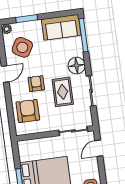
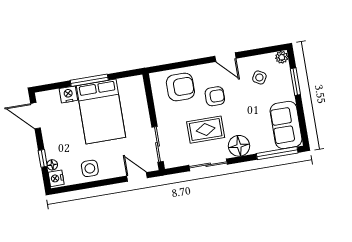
side table: (22, 47) -> (259, 77), width x0.54, depth x0.54

